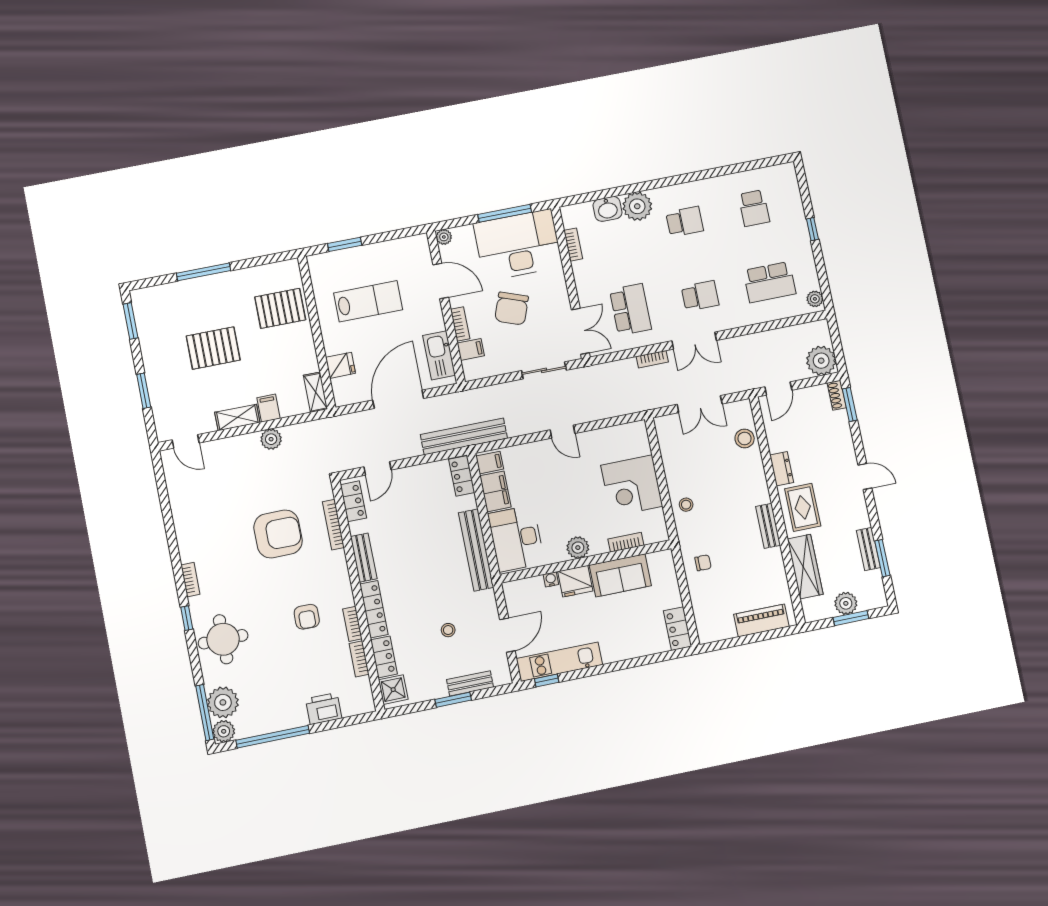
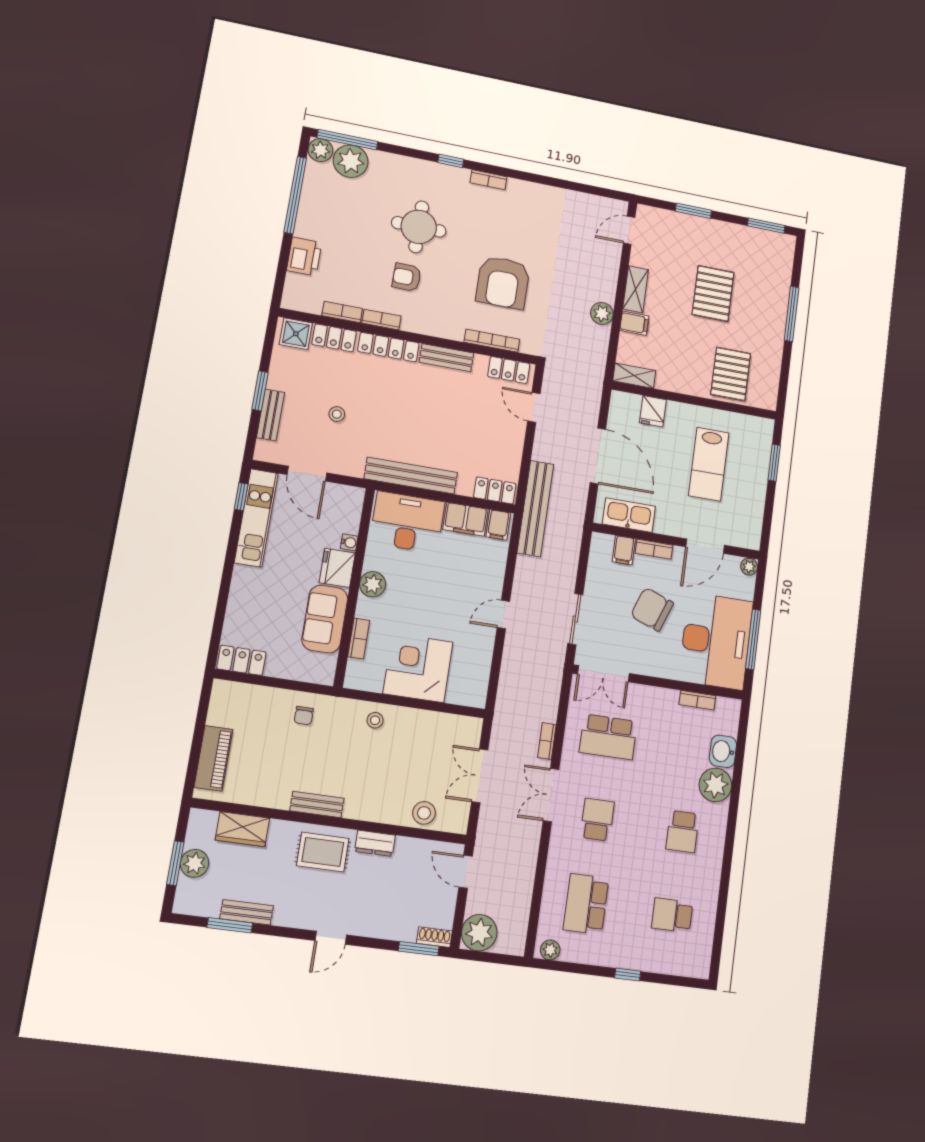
school desk: (700, 296) -> (597, 820), turned 180
wardrobe: (805, 567) -> (242, 829), width x0.67
round table: (223, 639) -> (419, 227), moved

